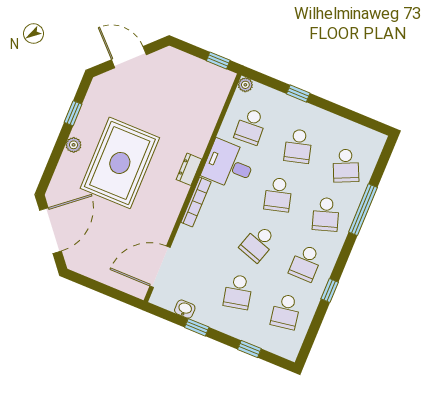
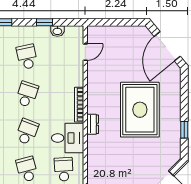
plant: (74, 145) -> (175, 109), removed
school desk: (278, 195) -> (27, 132), turned 36
door: (160, 267) -> (85, 52), width x0.53

